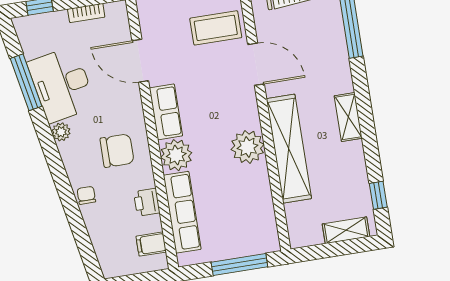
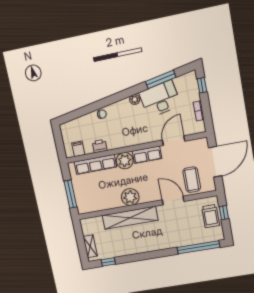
door: (256, 64) -> (173, 201), swing flipped
shelving: (348, 117) -> (147, 247), removed
chair: (117, 151) -> (126, 130), removed

